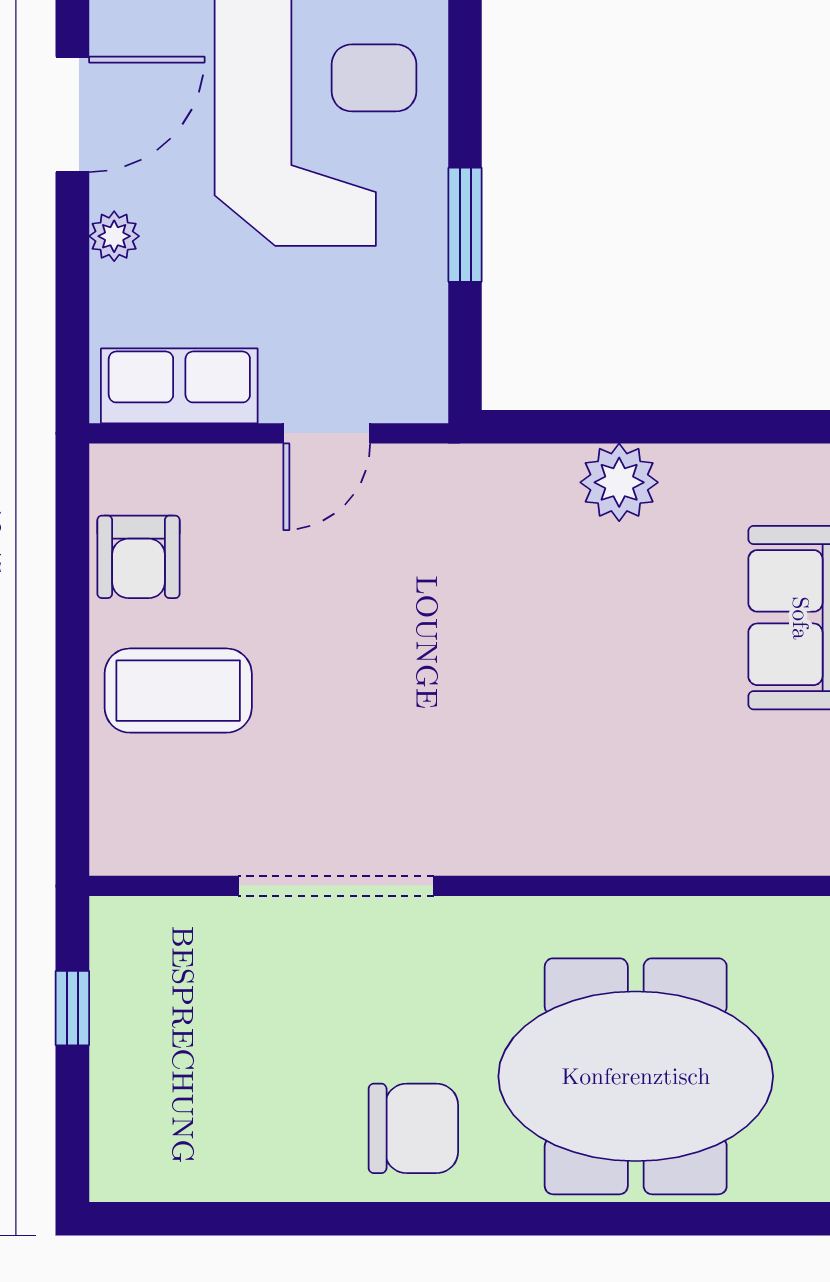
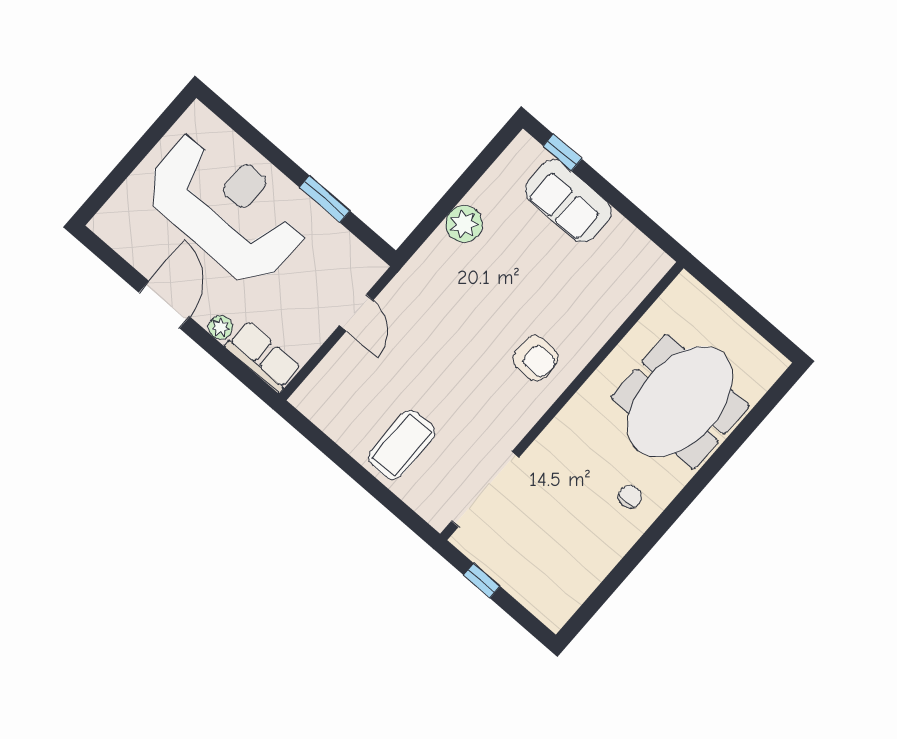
row of seats: (179, 386) -> (263, 357), moved, turned 90
armchair: (139, 557) -> (536, 358), moved
doorway: (336, 886) -> (485, 489), moved
chair: (413, 1128) -> (630, 497), width x0.54, depth x0.54

